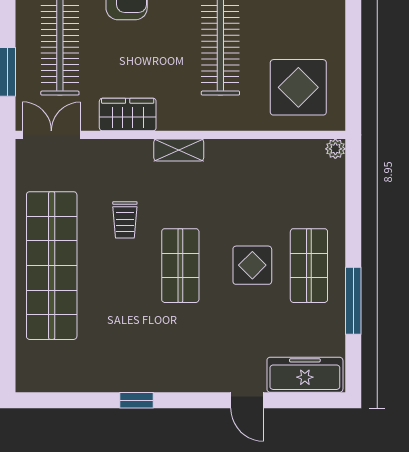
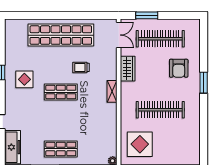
display table: (252, 265) -> (24, 79), moved

